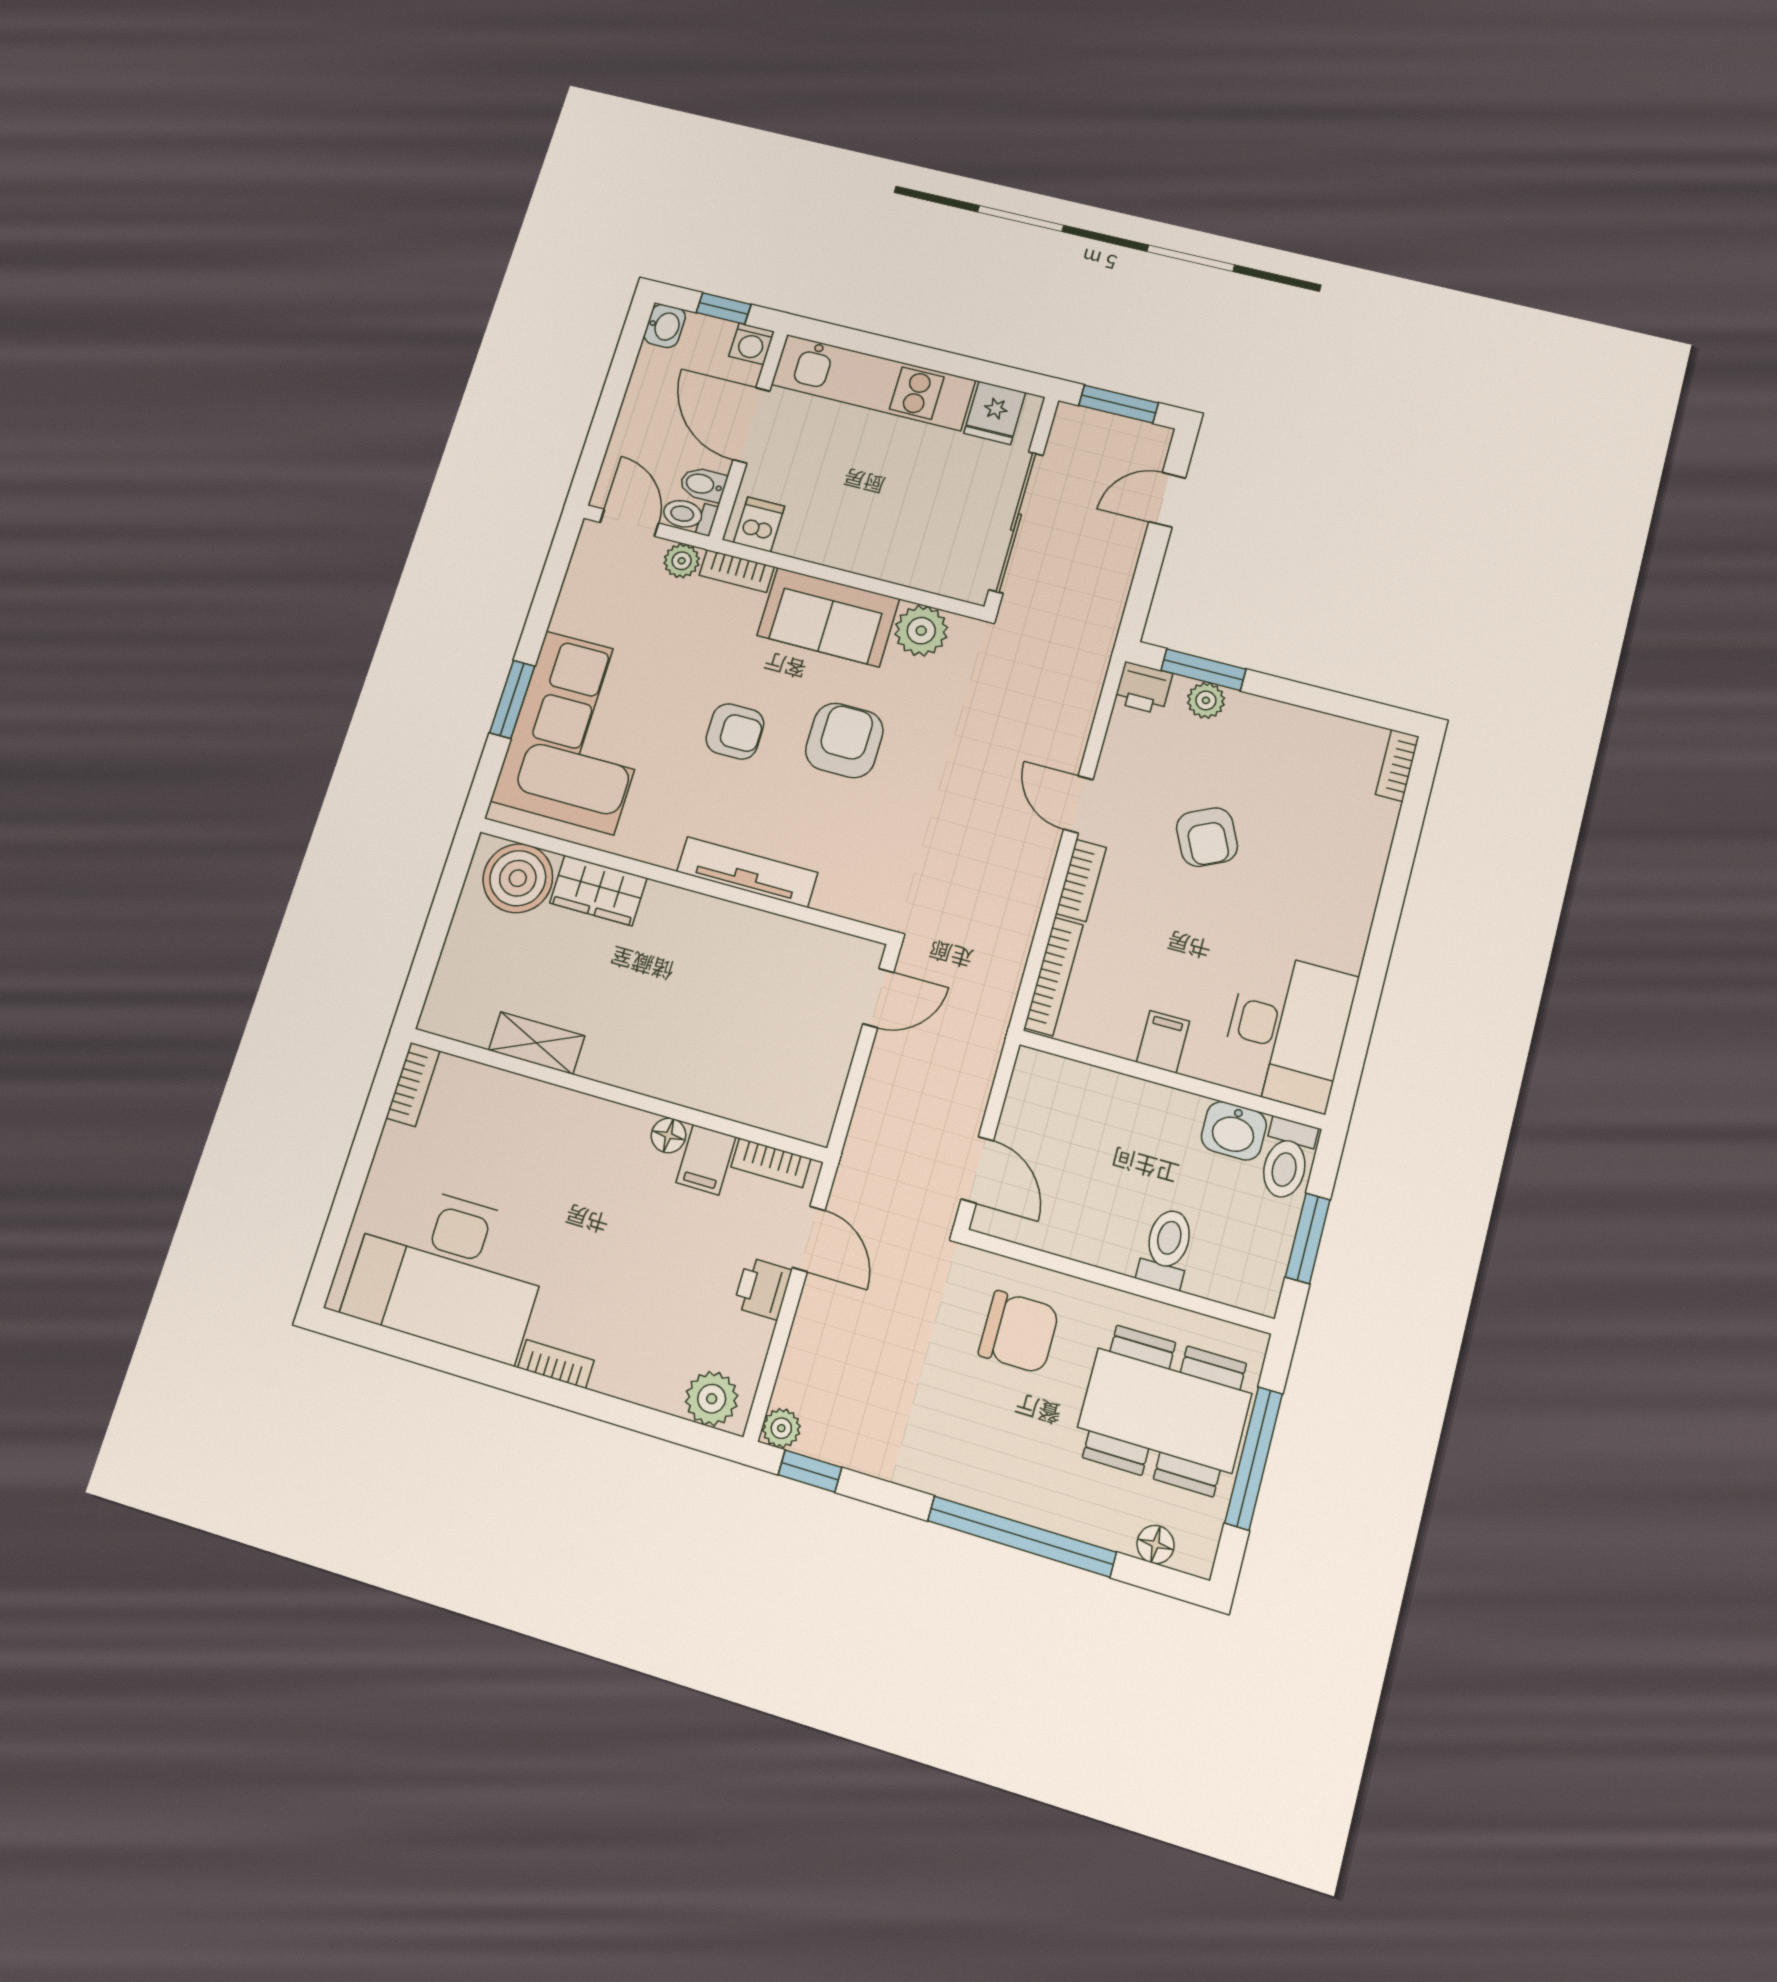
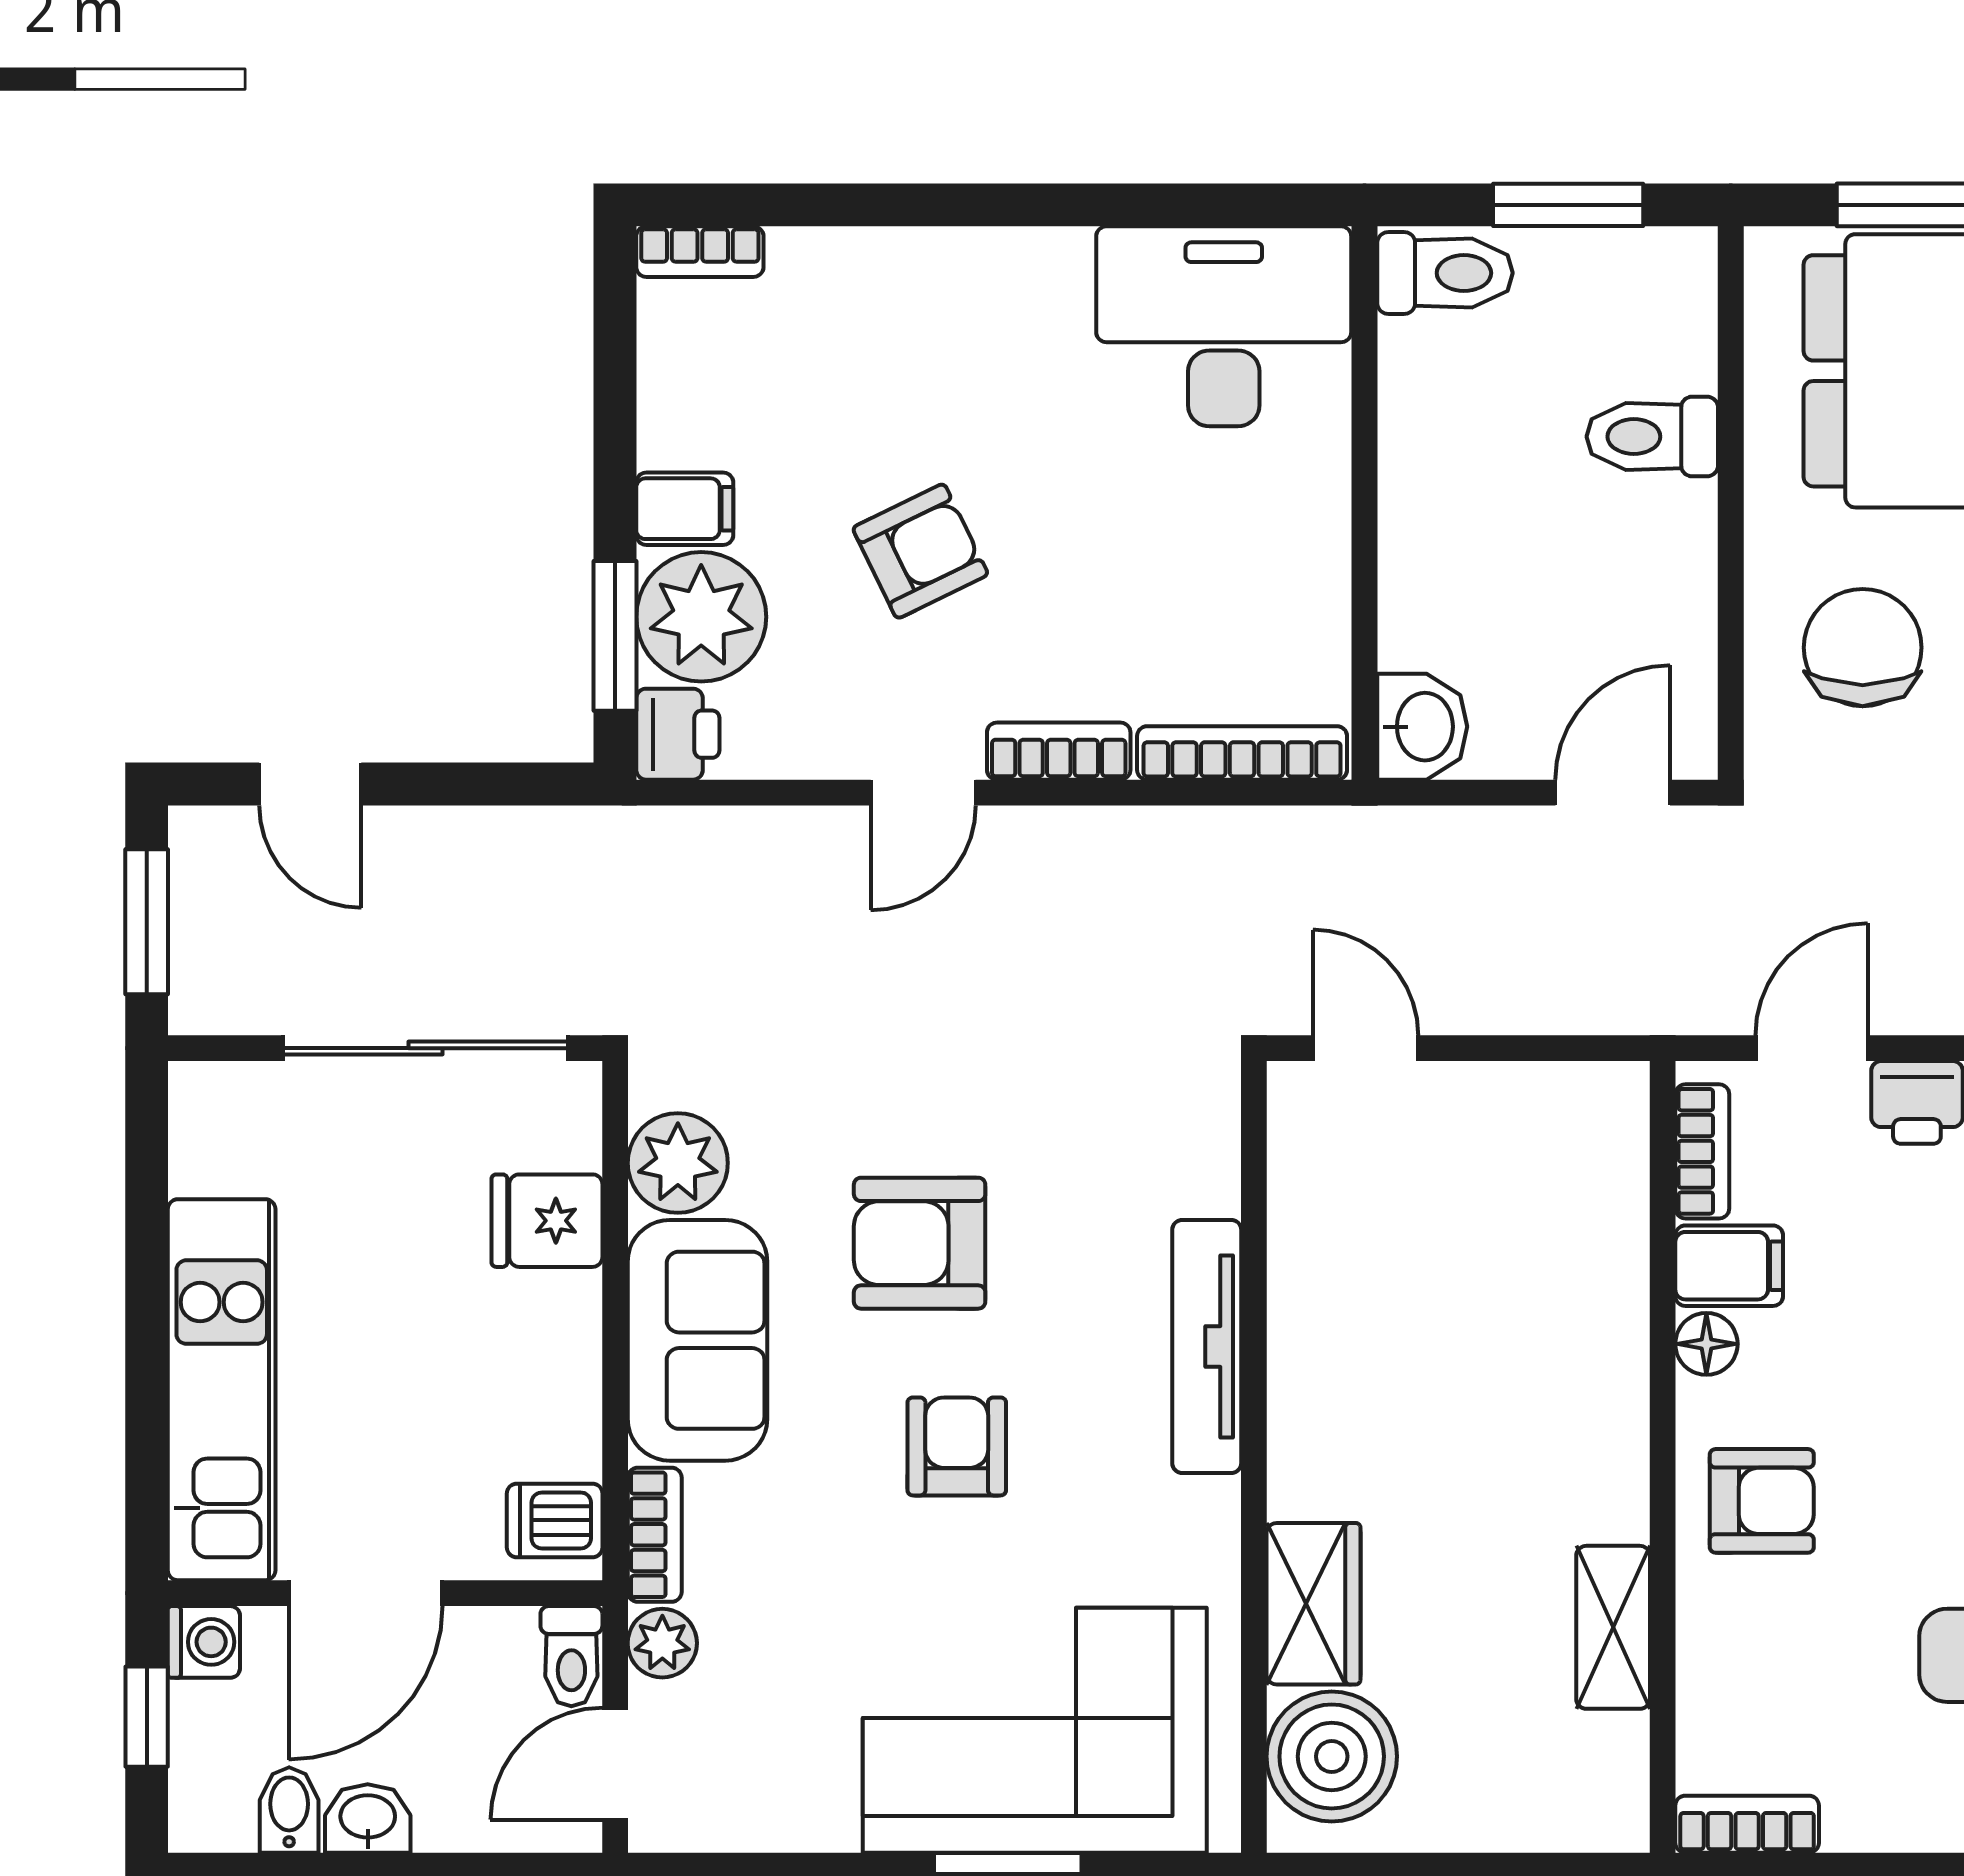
washbasin: (665, 326) -> (368, 1818), moved
fridge: (995, 413) -> (547, 1221), moved, turned 180
bidet: (703, 484) -> (289, 1810), moved, turned 180
plant: (1206, 700) -> (701, 617), width x1.88, depth x1.88
filing cabinet: (1163, 1042) -> (685, 509), moved, turned 180
washbasin: (1234, 1131) -> (1422, 727), moved
armchair: (577, 1141) -> (1762, 1501), added

